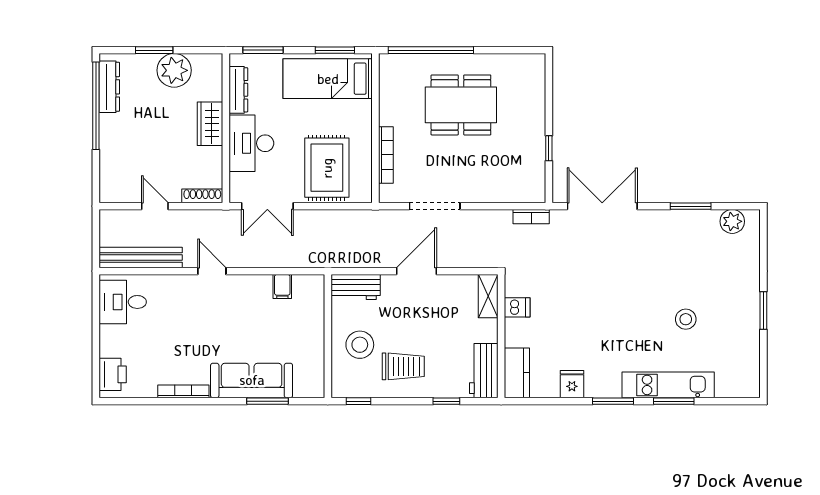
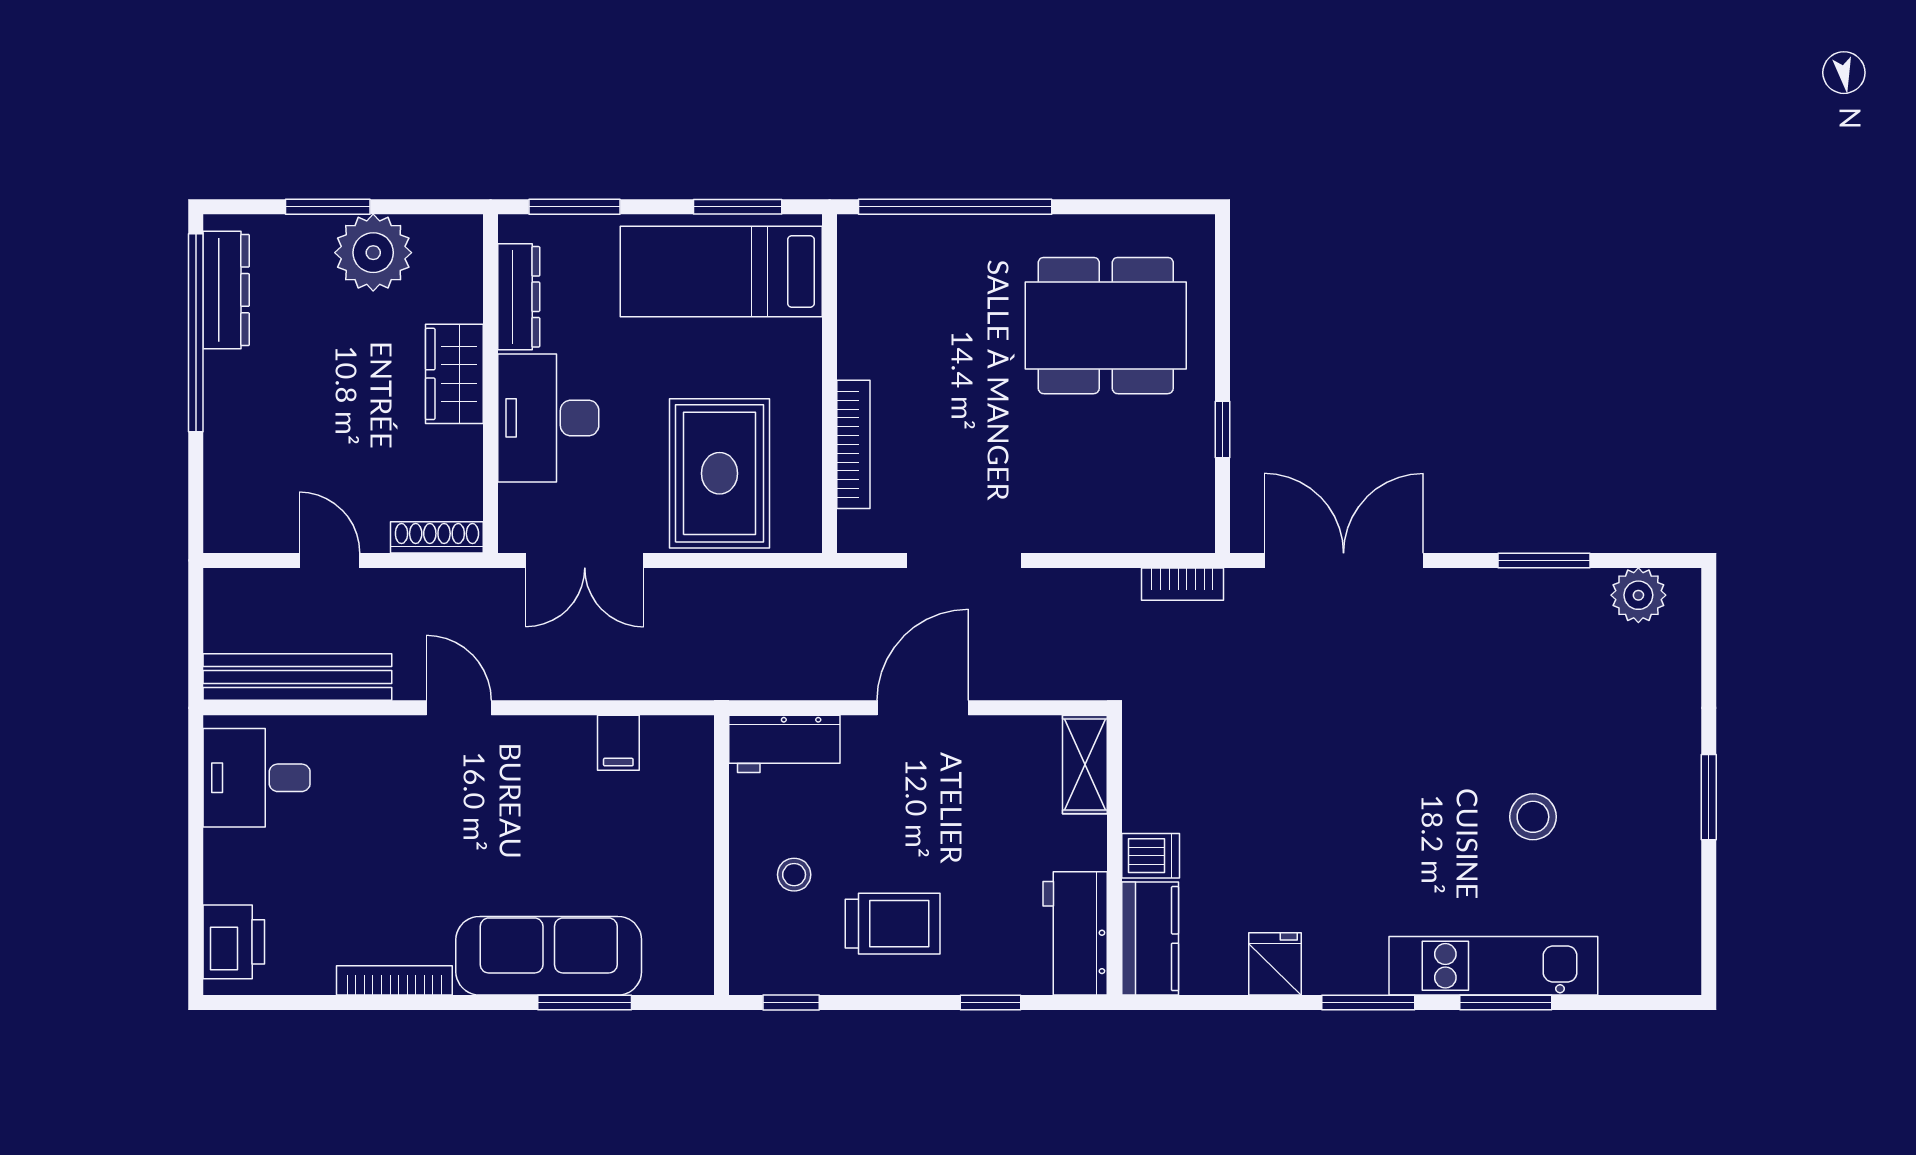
dining table: (461, 105) -> (1106, 326), moved
dishwasher: (517, 307) -> (1151, 856), moved
stool: (360, 345) -> (794, 875), width x0.53, depth x0.53

